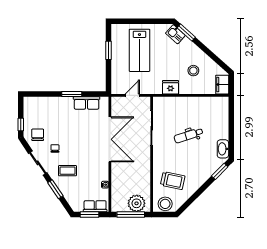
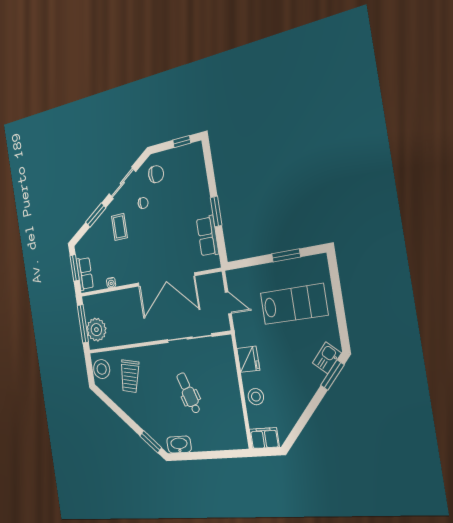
lab bench: (139, 50) -> (294, 304), turned 180
stool: (193, 71) -> (256, 397), moved
window: (21, 124) -> (182, 142), moved

